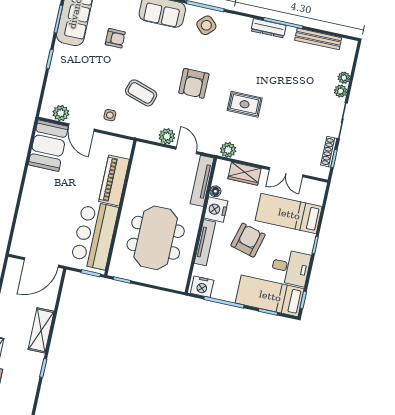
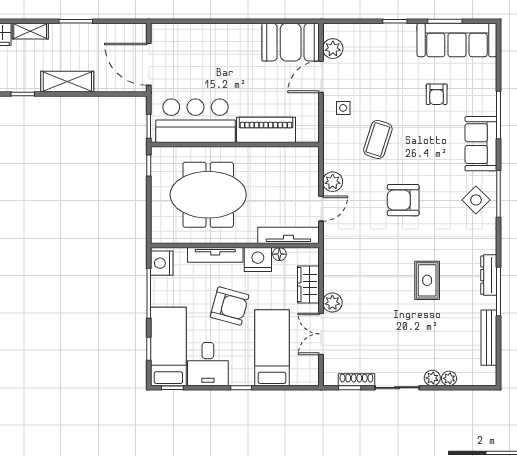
rug: (245, 104) -> (427, 280), moved
plant: (228, 150) -> (332, 303), moved

